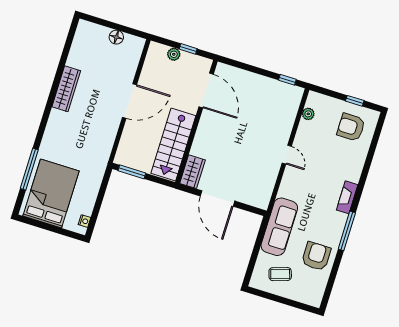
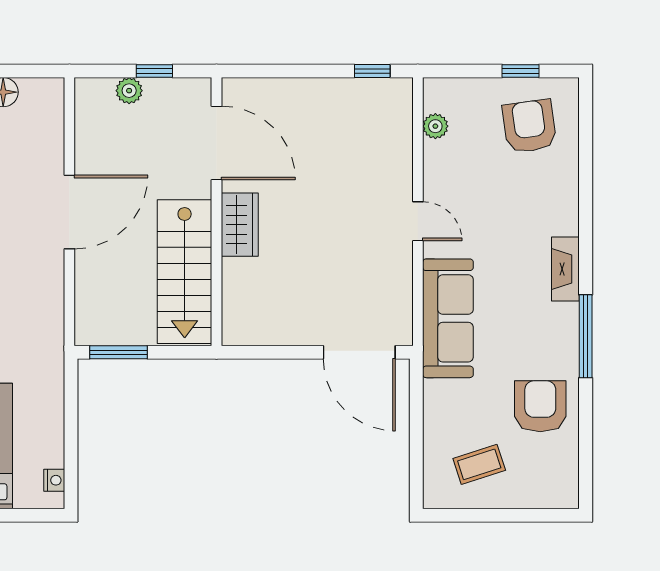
armchair: (351, 127) -> (529, 126), turned 82
wardrobe: (192, 172) -> (240, 225), moved
door: (217, 199) -> (359, 352), moved
sofa: (279, 227) -> (448, 318), moved

